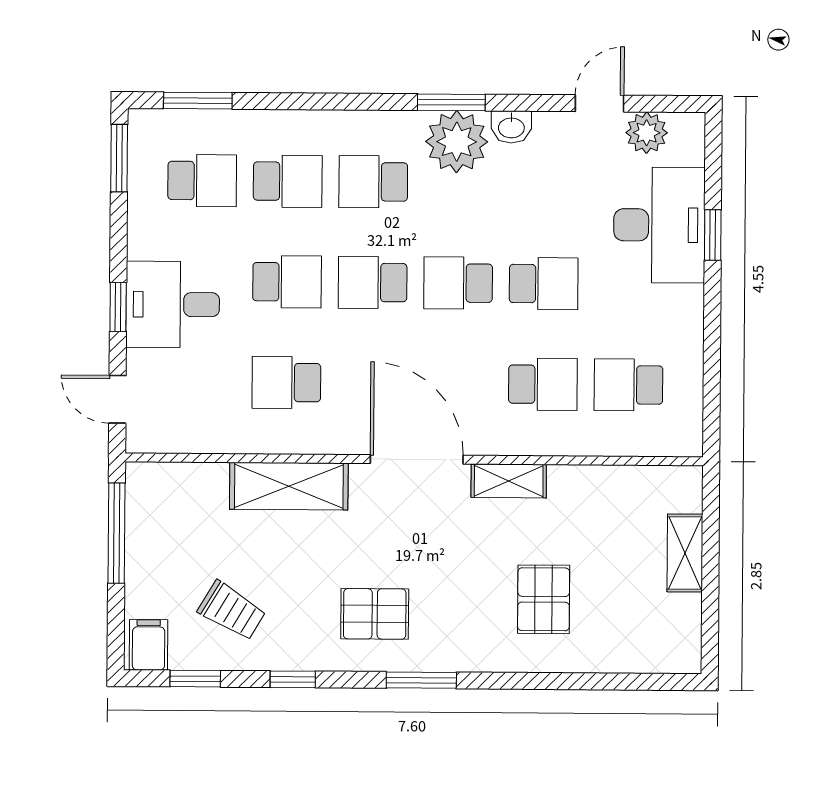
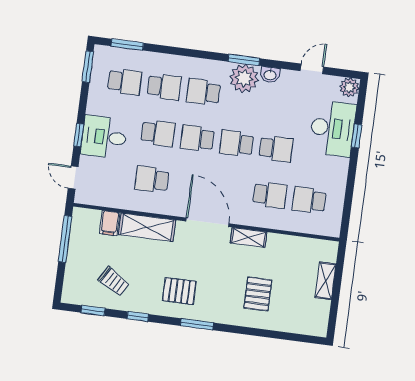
plant: (647, 133) -> (349, 87), moved
filing cabinet: (149, 645) -> (110, 223), moved, turned 180

